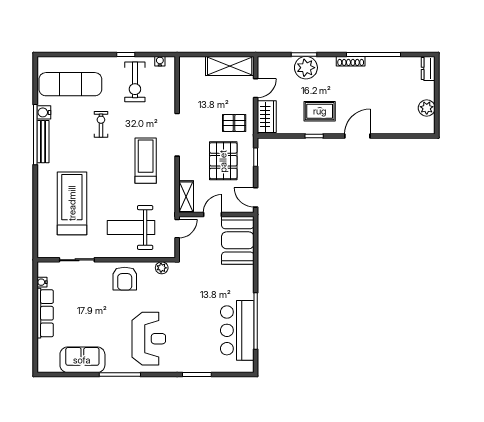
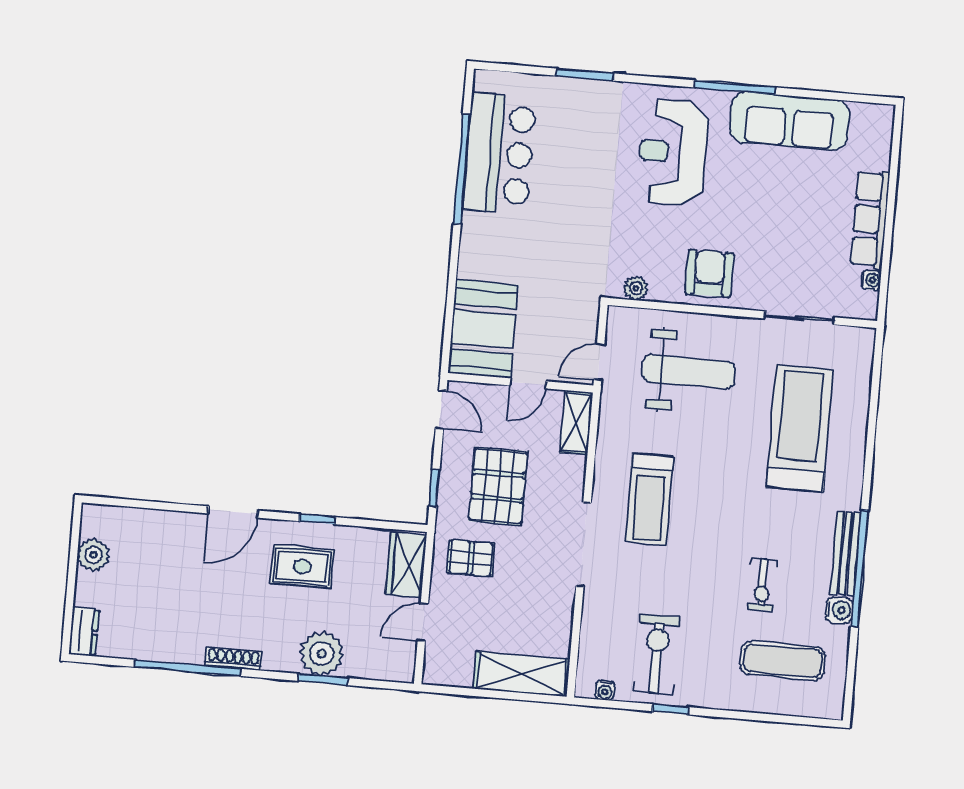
shelving: (230, 66) -> (521, 674), moved
exercise mat: (70, 84) -> (783, 661), width x0.73, depth x0.69
exercise bike: (101, 124) -> (762, 585), moved
treadmill: (72, 203) -> (800, 428), turned 180
sofa: (82, 360) -> (790, 121), width x1.36

